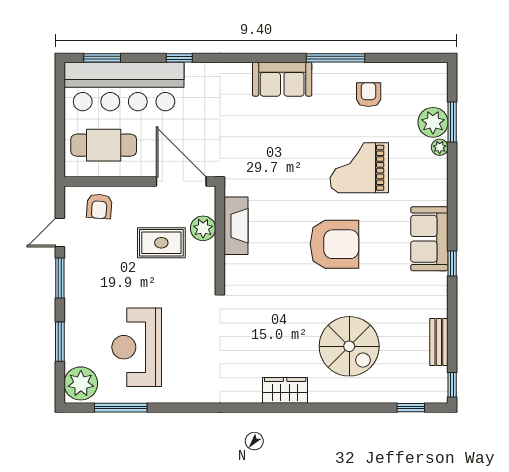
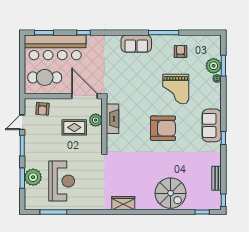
grand piano: (359, 168) -> (176, 89), turned -90
spiral stairs: (349, 346) -> (171, 193), moved
reception desk: (137, 347) -> (62, 181), turned 180
plant: (81, 383) -> (33, 177), moved
wardrobe: (285, 390) -> (123, 203), moved

